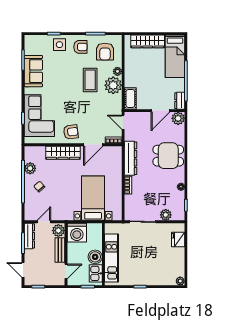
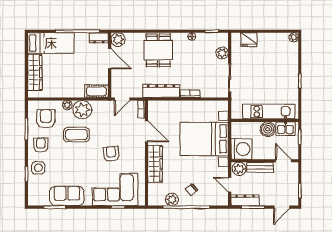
armchair: (105, 52) -> (46, 119), turned -90
armchair: (71, 132) -> (111, 154), moved
bed with nightstands: (93, 198) -> (204, 139), width x1.36

